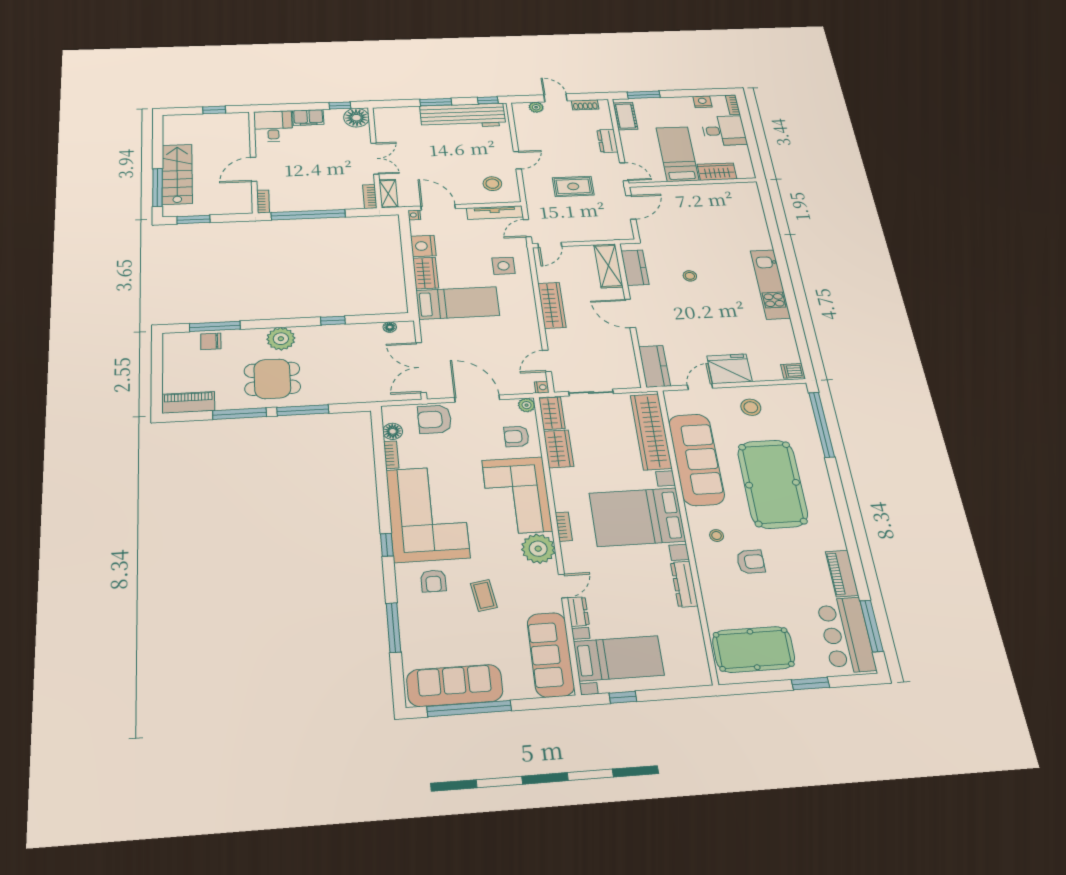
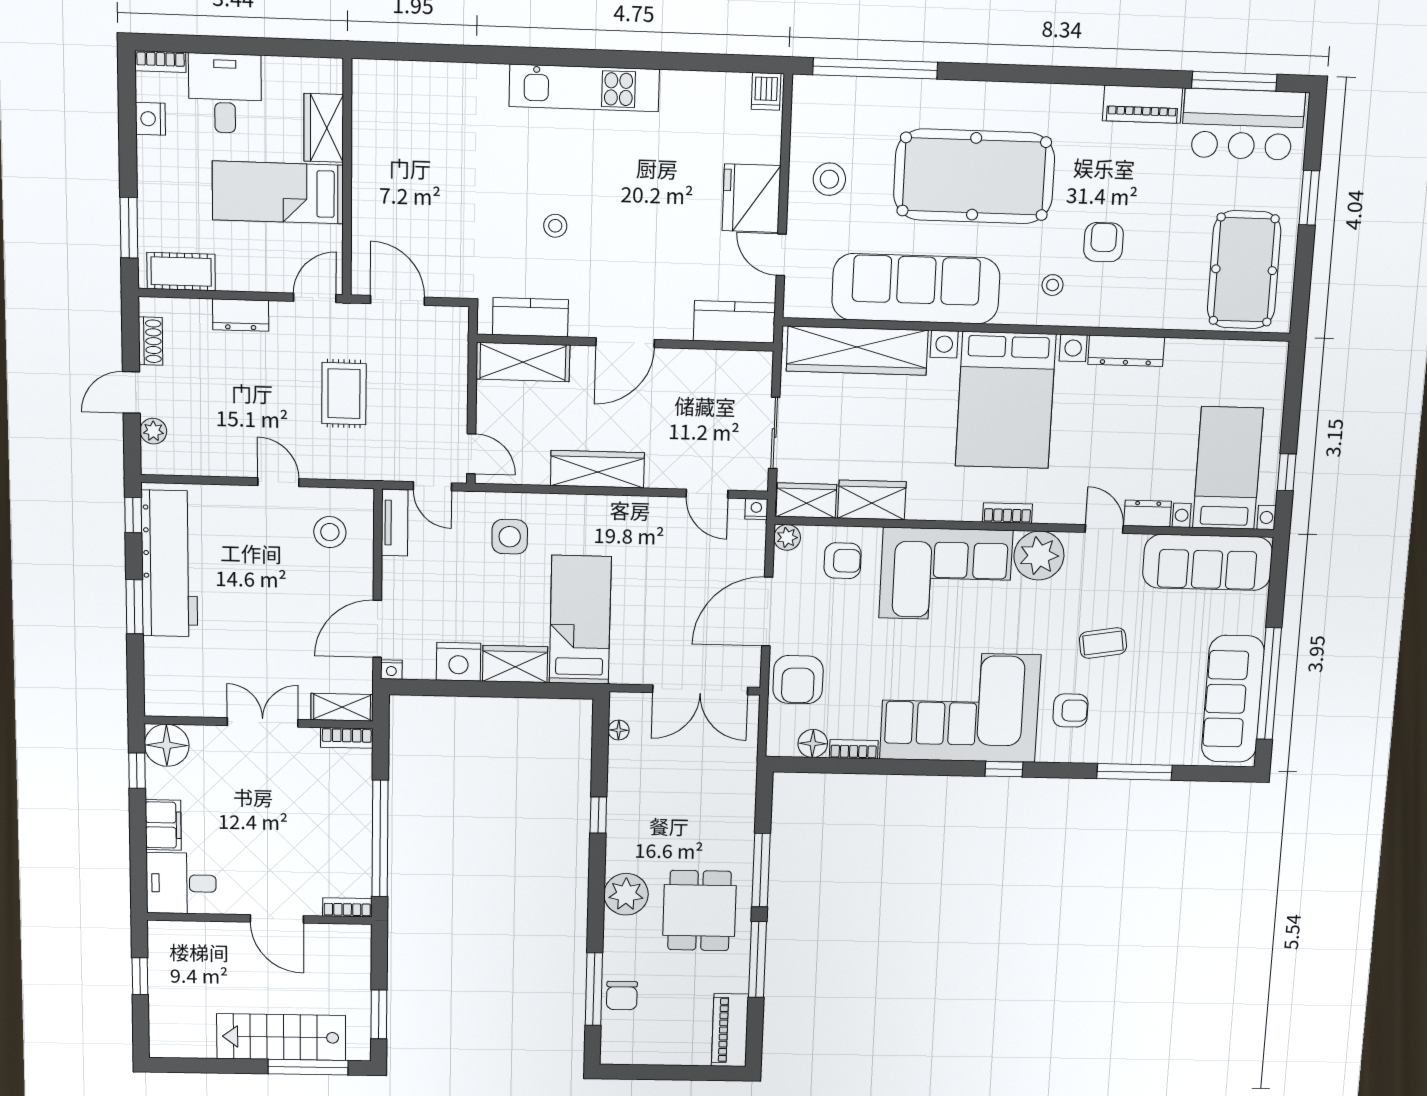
tv unit: (495, 213) -> (395, 523), width x0.71
armchair: (516, 436) -> (843, 561), turned -90

